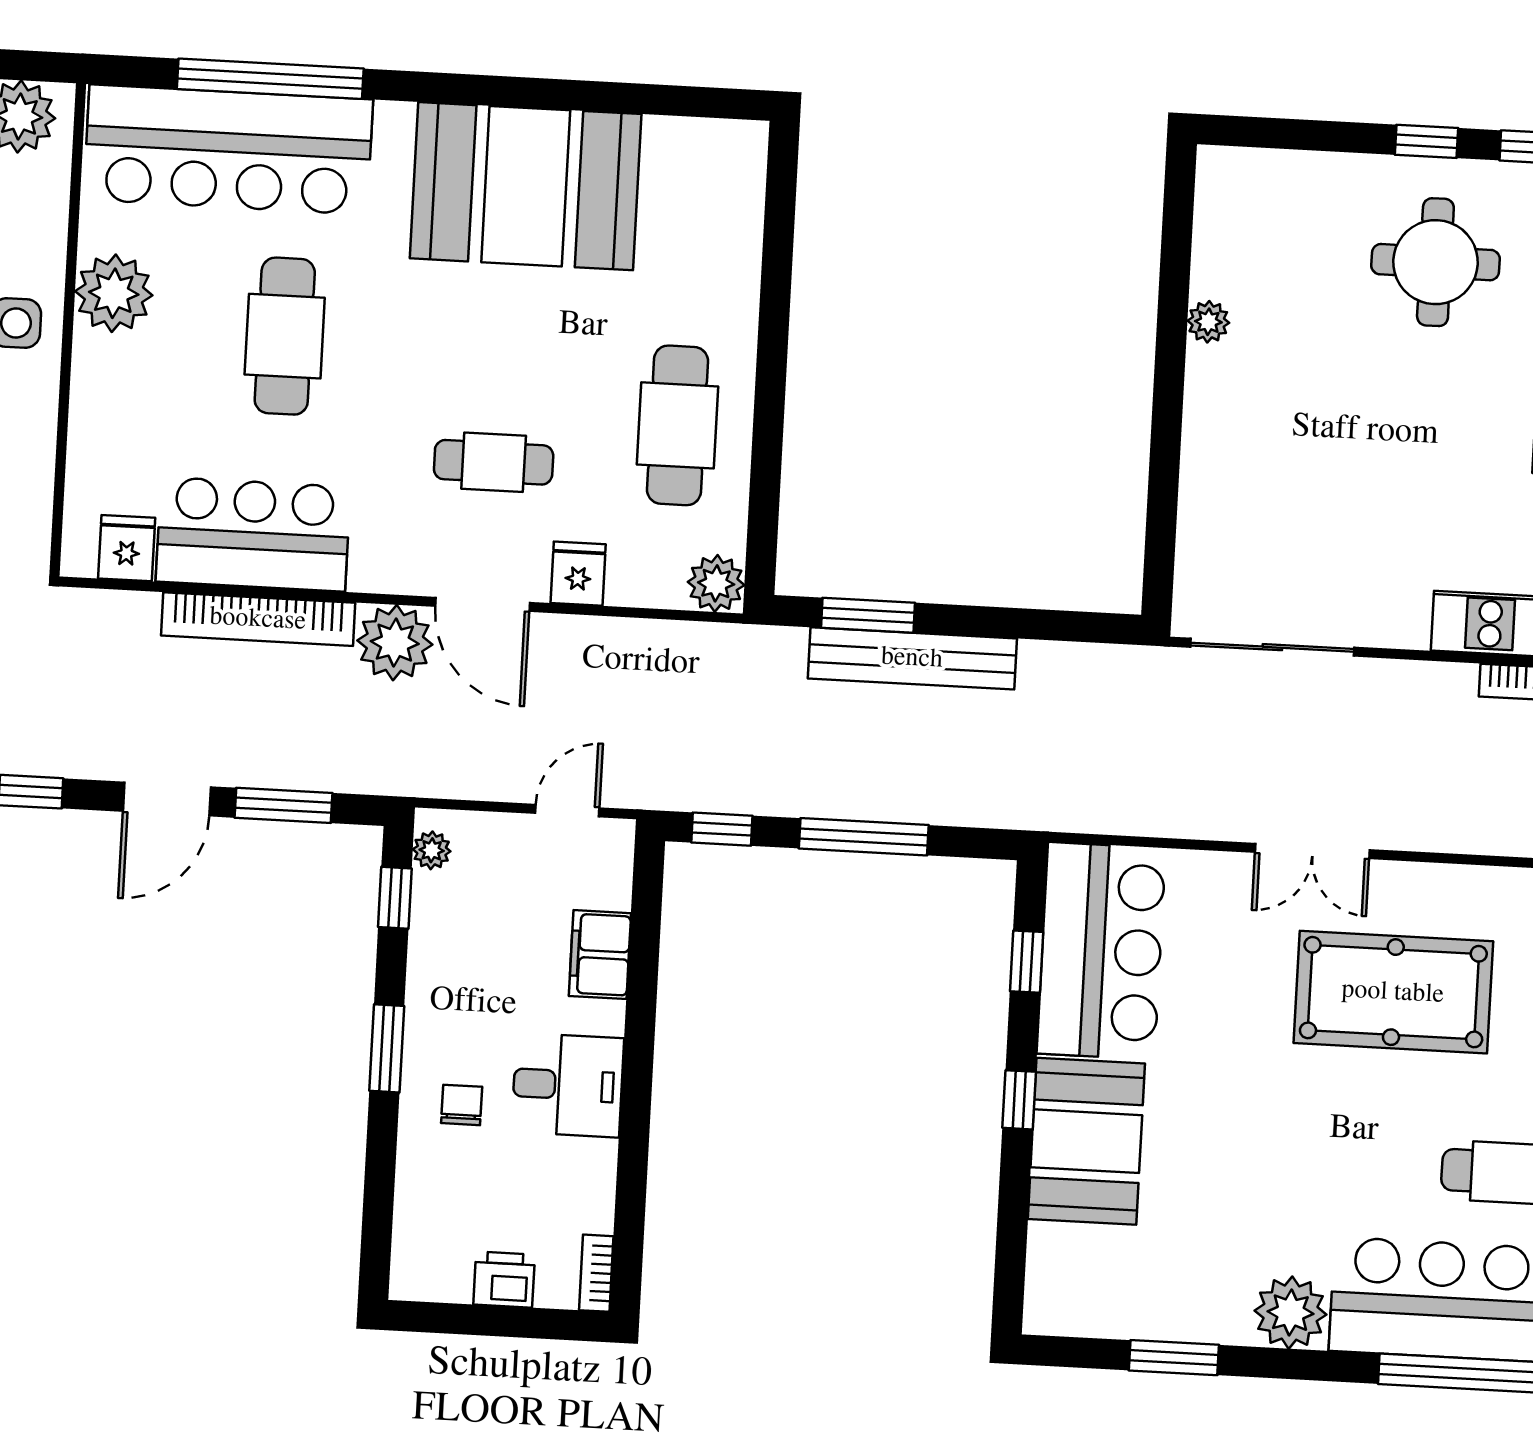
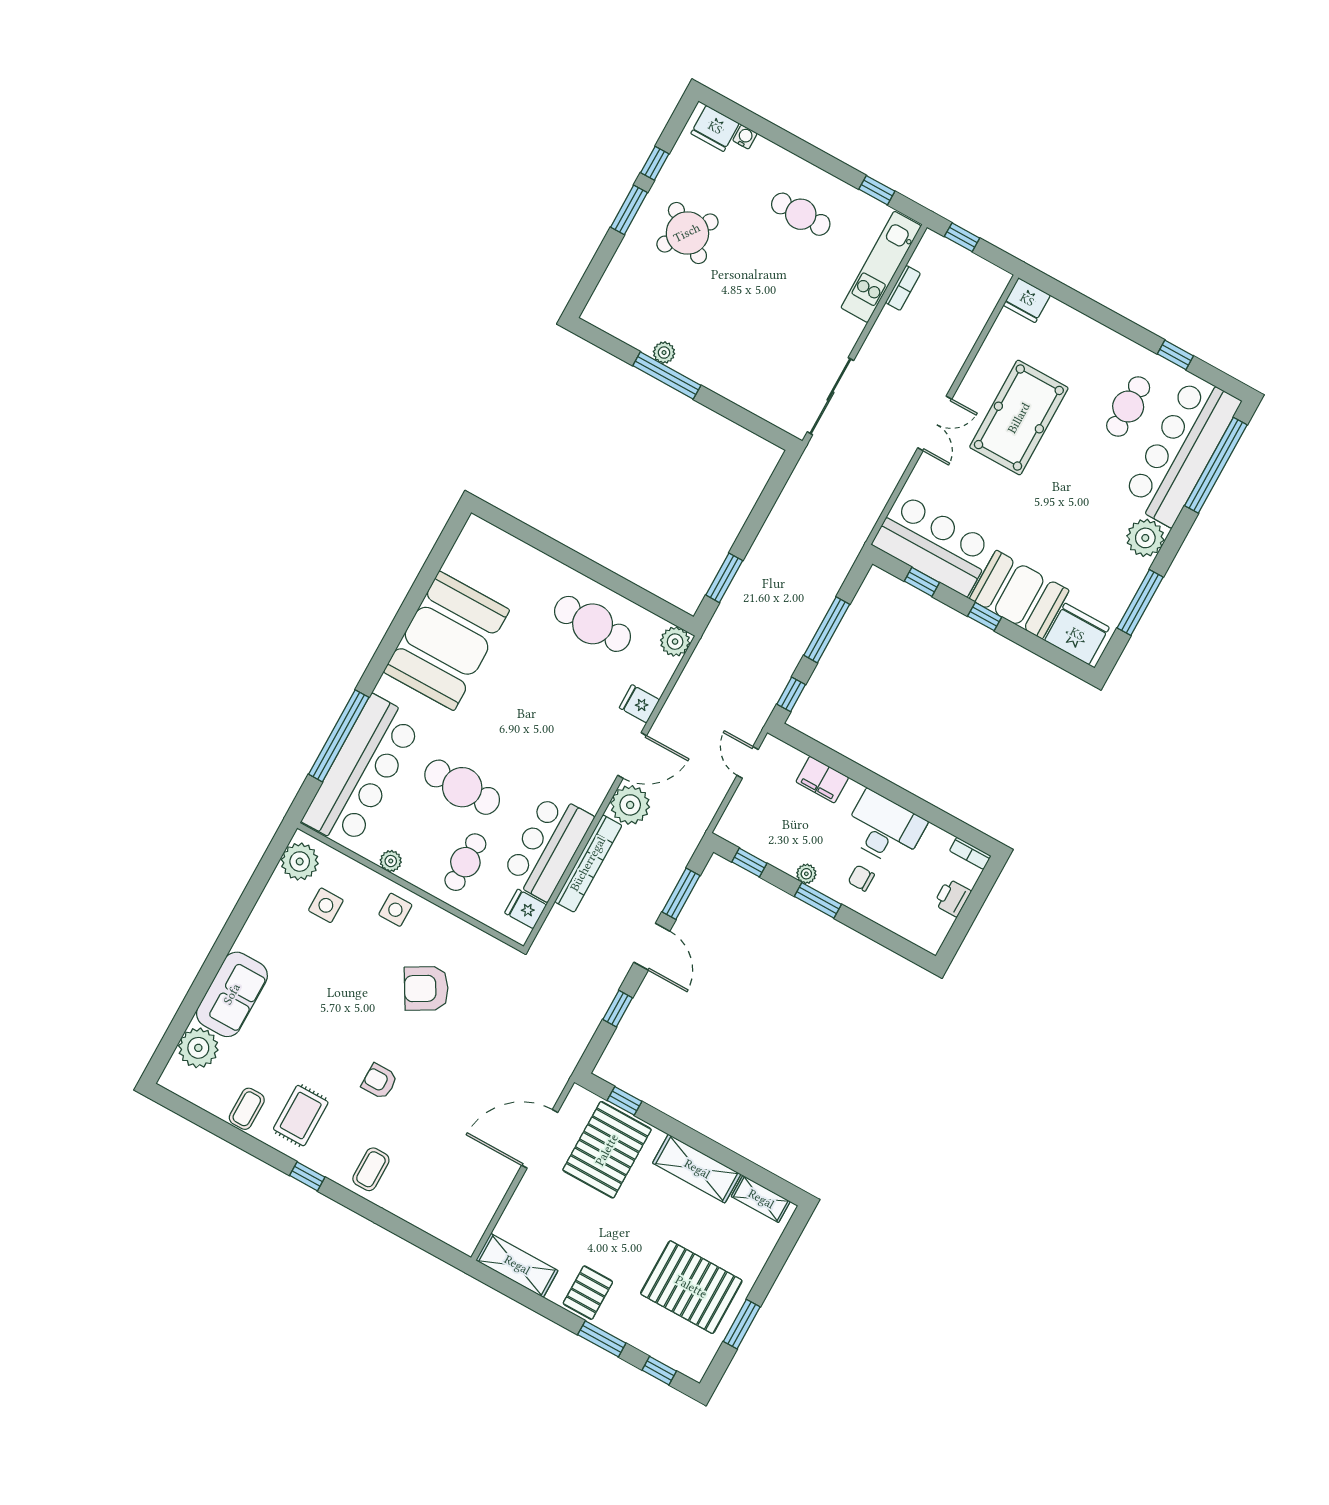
window: (1427, 141) -> (629, 210), width x1.50
round table: (1435, 262) -> (687, 233), turned 35
plant: (114, 293) -> (391, 861), width x0.53, depth x0.53
window: (1171, 346) -> (667, 376), added
cafe table: (494, 462) -> (465, 862), moved
bench: (912, 658) -> (754, 567), removed
plant: (432, 850) -> (806, 874), moved
desk: (568, 1085) -> (884, 829), width x1.37
fridge: (1066, 1274) -> (1077, 634), added
window: (1174, 1358) -> (1140, 603), width x1.44

